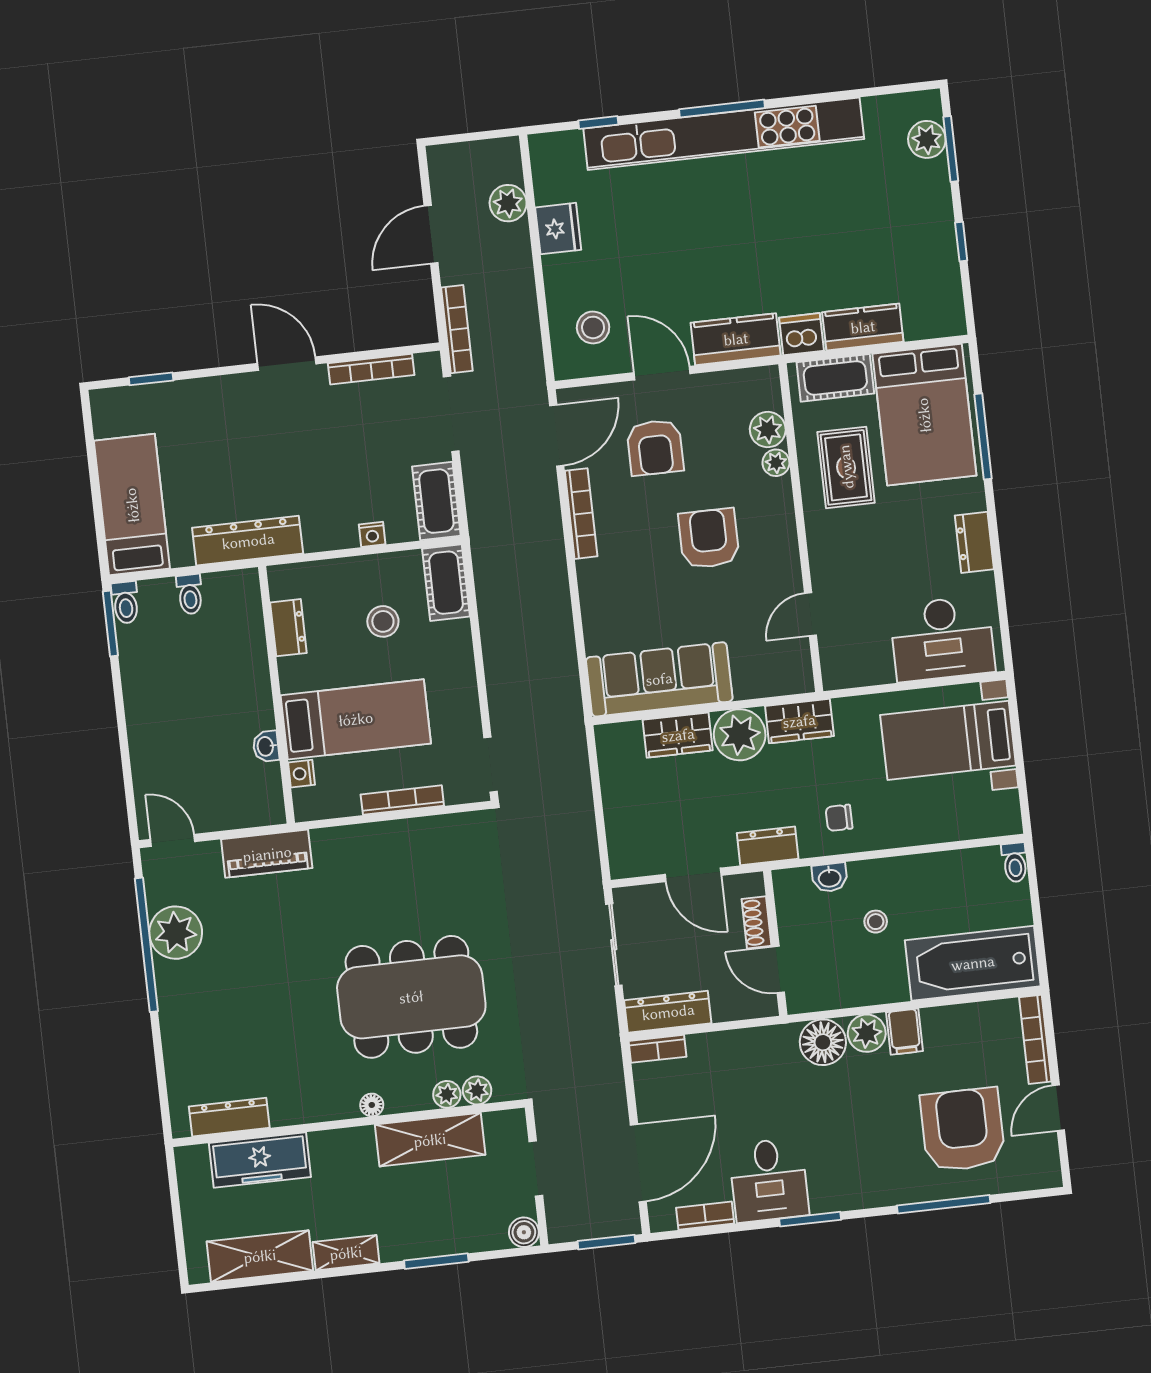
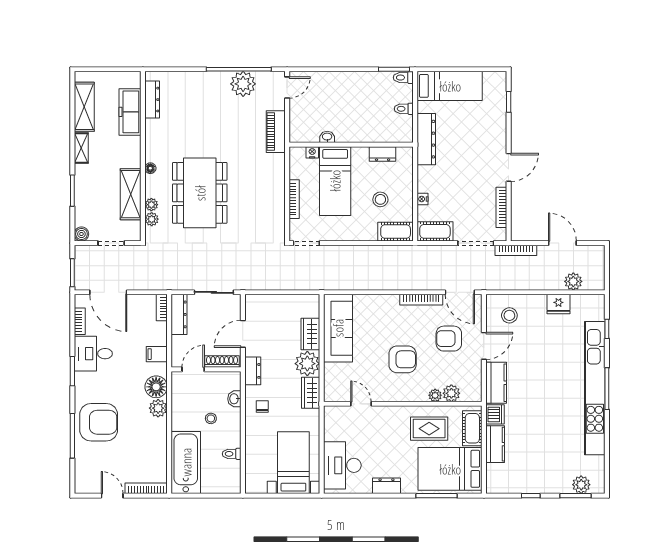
toilet: (1015, 862) -> (232, 454), moved
shoe rack: (756, 922) -> (222, 362), width x1.43
filing cabinet: (904, 1032) -> (157, 354), moved
armchair: (963, 1130) -> (99, 422), moved

